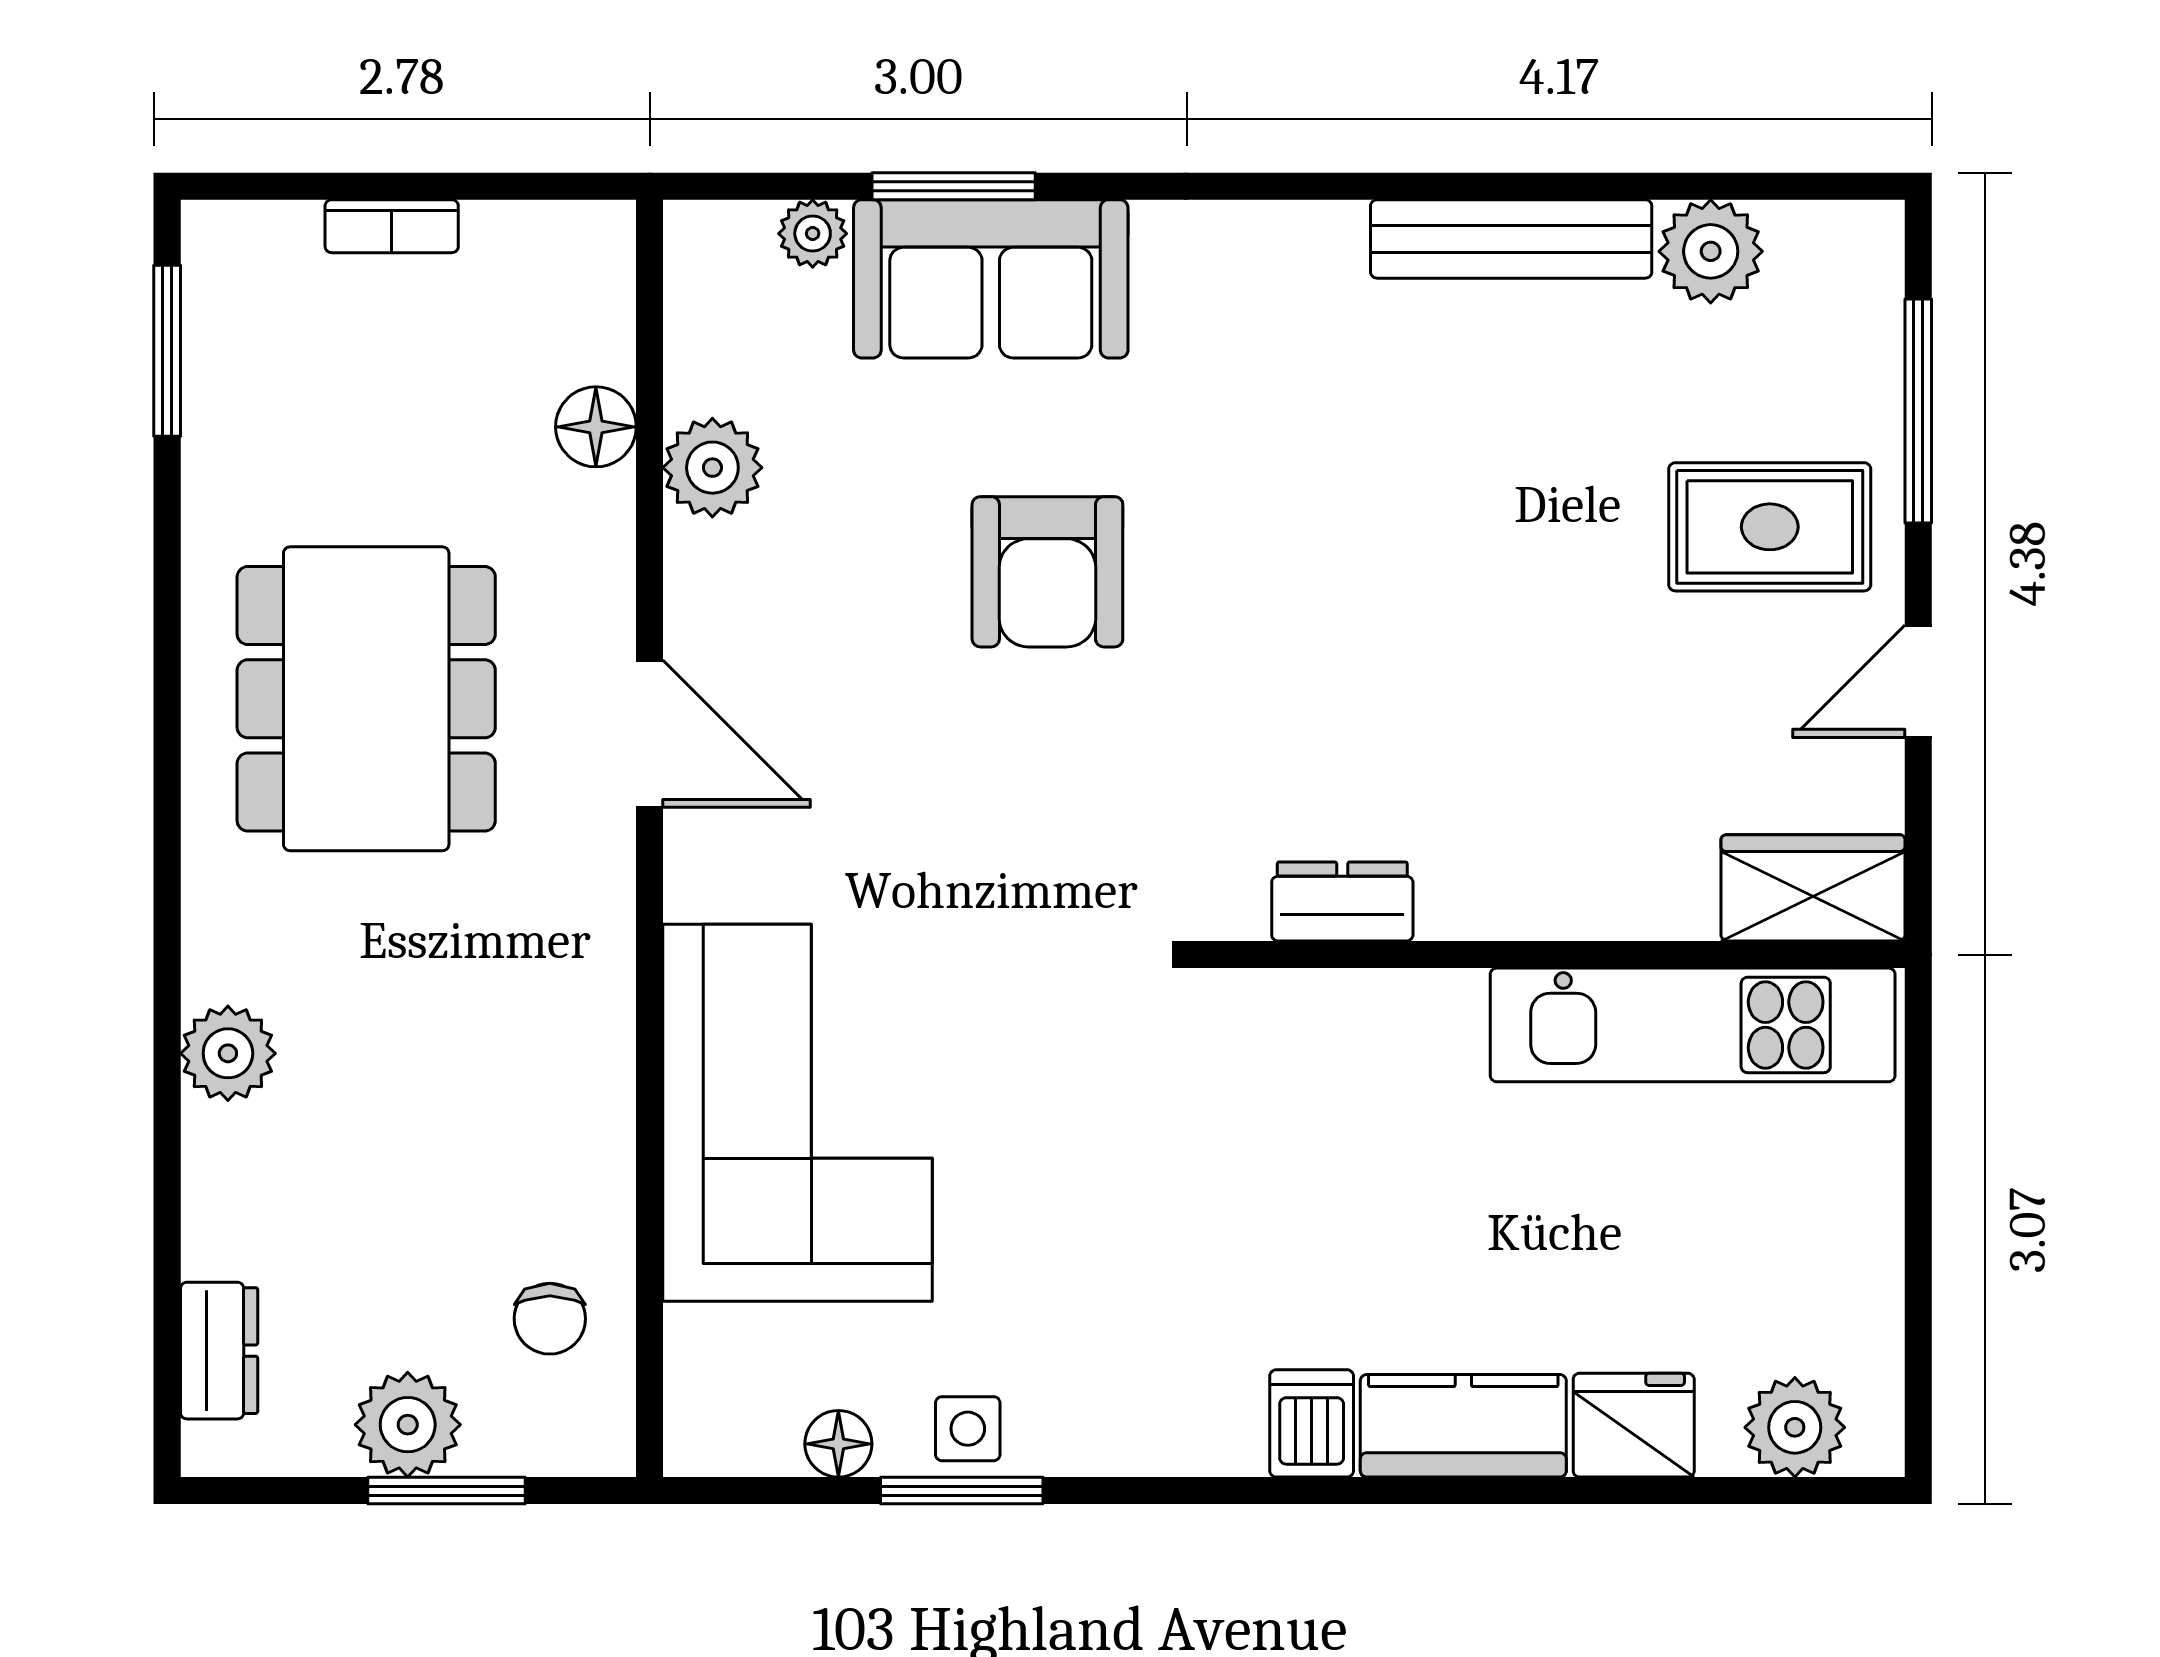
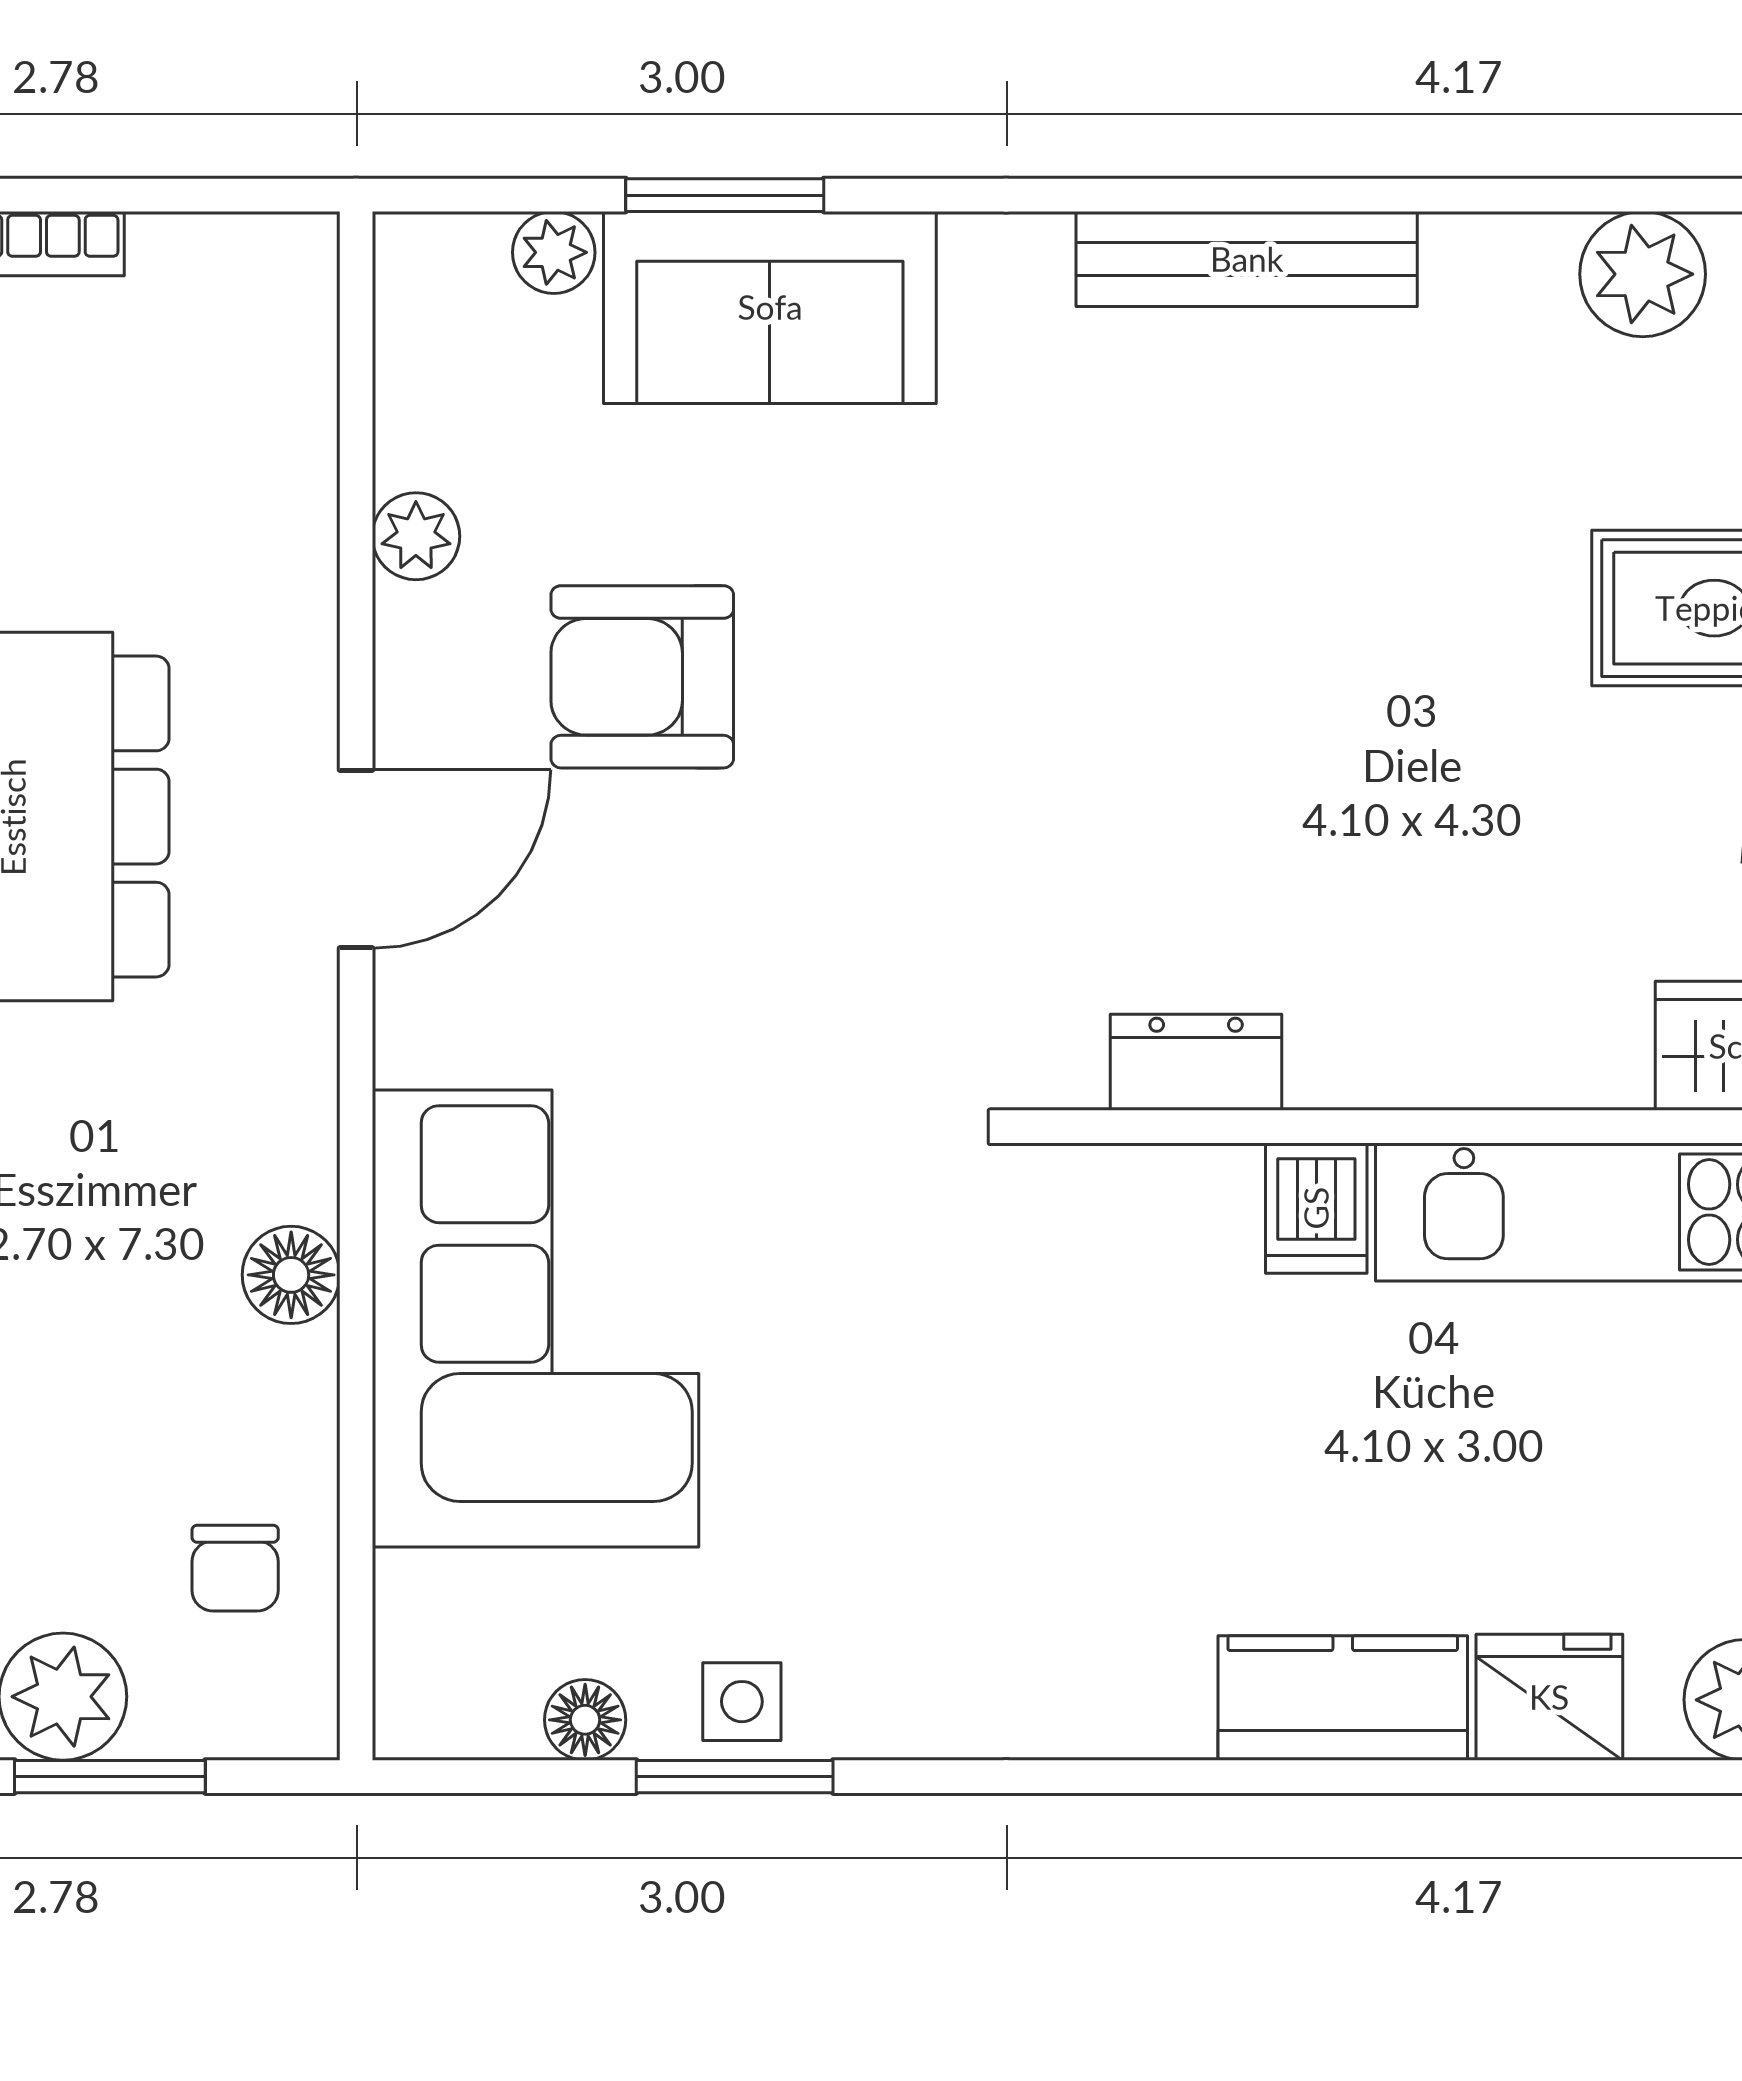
bench: (1511, 239) -> (1247, 259), moved
floor lamp: (596, 427) -> (291, 1275), moved
plant: (712, 468) -> (416, 536), width x0.73, depth x0.73
armchair: (1047, 572) -> (642, 677), moved, turned 90
door: (650, 734) -> (356, 859), hinge flipped
dishwasher: (1312, 1423) -> (1316, 1208), moved, turned 180

